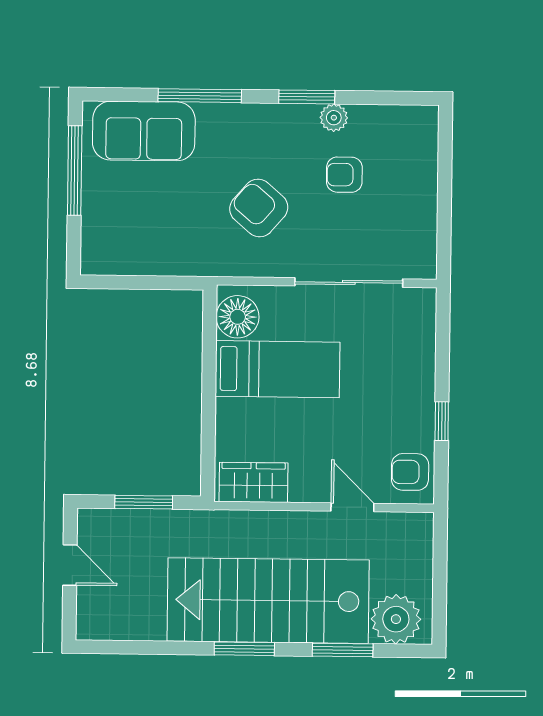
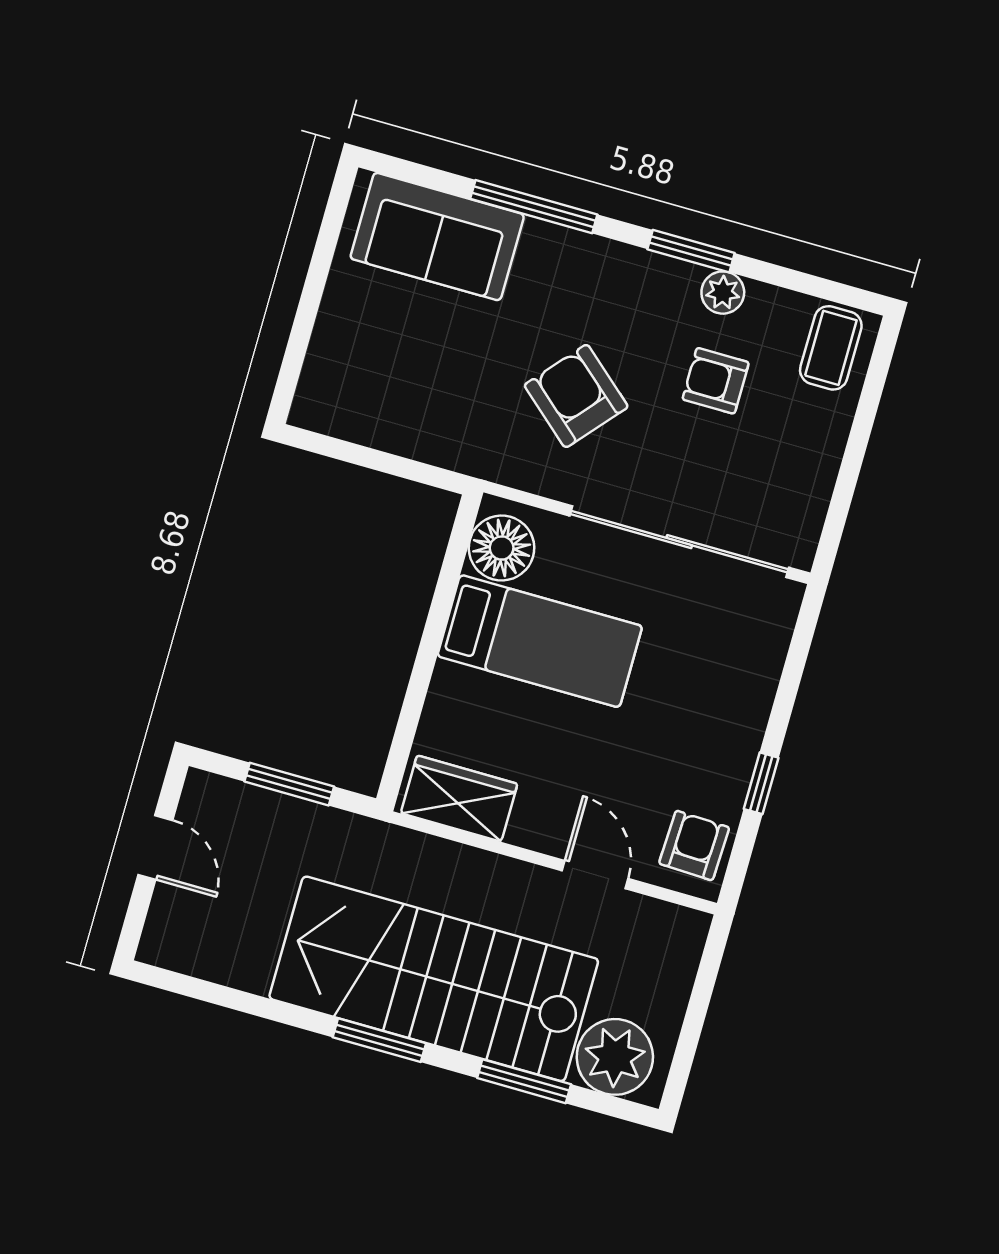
coffee table: (412, 134) -> (831, 348), added
window: (75, 170) -> (320, 267), removed
sliding door: (349, 282) -> (679, 542), width x1.36
armchair: (410, 472) -> (694, 845), turned 92

